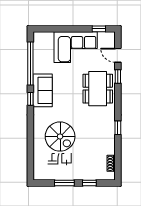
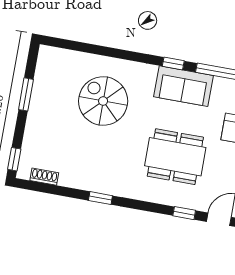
dining table: (98, 89) -> (175, 157), moved
spiral stairs: (60, 137) -> (103, 101), turned 90
window: (89, 183) -> (14, 159), moved

